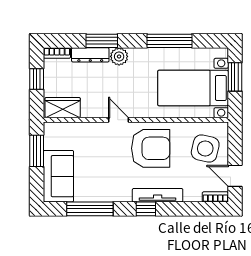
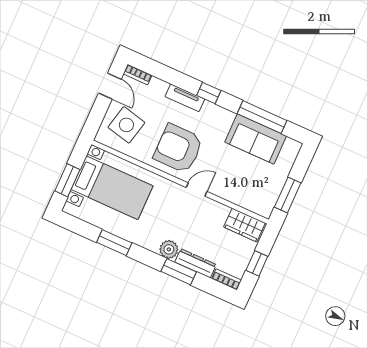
window: (169, 41) -> (114, 243), width x0.69
door: (118, 120) -> (197, 189), swing flipped
sofa: (58, 176) -> (256, 139), moved, turned -90
tv unit: (158, 195) -> (185, 98), width x0.71

